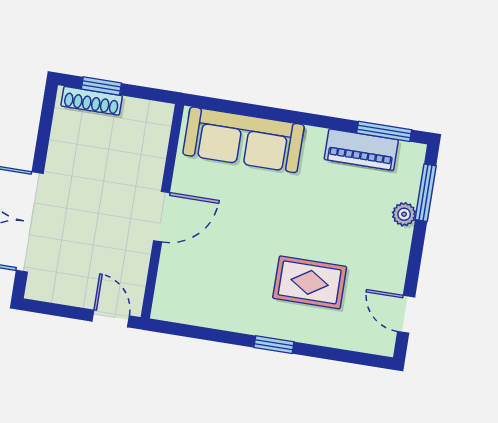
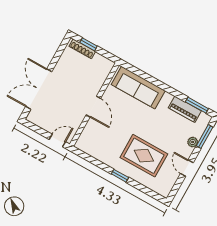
door: (162, 217) -> (93, 107), hinge flipped
rug: (310, 282) -> (144, 156), width x1.36, depth x1.43
door: (406, 314) -> (187, 168), moved
door: (111, 318) -> (57, 141), hinge flipped

